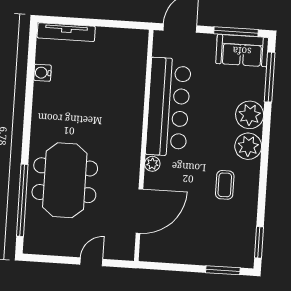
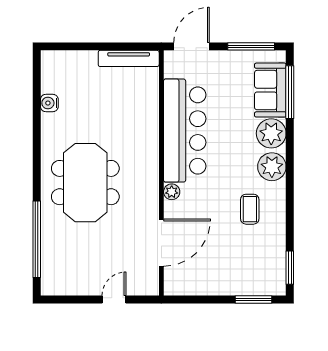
tv unit: (66, 32) -> (129, 58), moved
sofa: (242, 51) -> (270, 90), moved, turned 90
meeting table: (65, 180) -> (85, 183), moved

